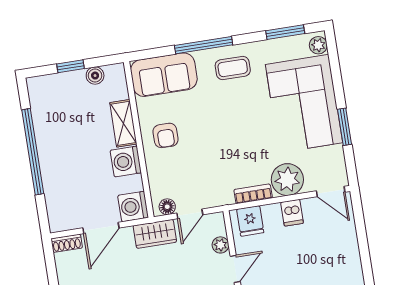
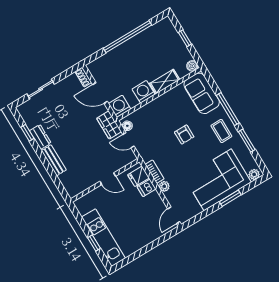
window: (285, 32) -> (247, 141), moved
boiler: (95, 76) -> (192, 66), moved
window: (344, 127) -> (230, 198), moved
armchair: (166, 135) -> (184, 135), moved, turned -90
plant: (287, 180) -> (164, 186), width x0.53, depth x0.53
dishwasher: (292, 213) -> (147, 188), moved
plant: (220, 245) -> (118, 165), removed

